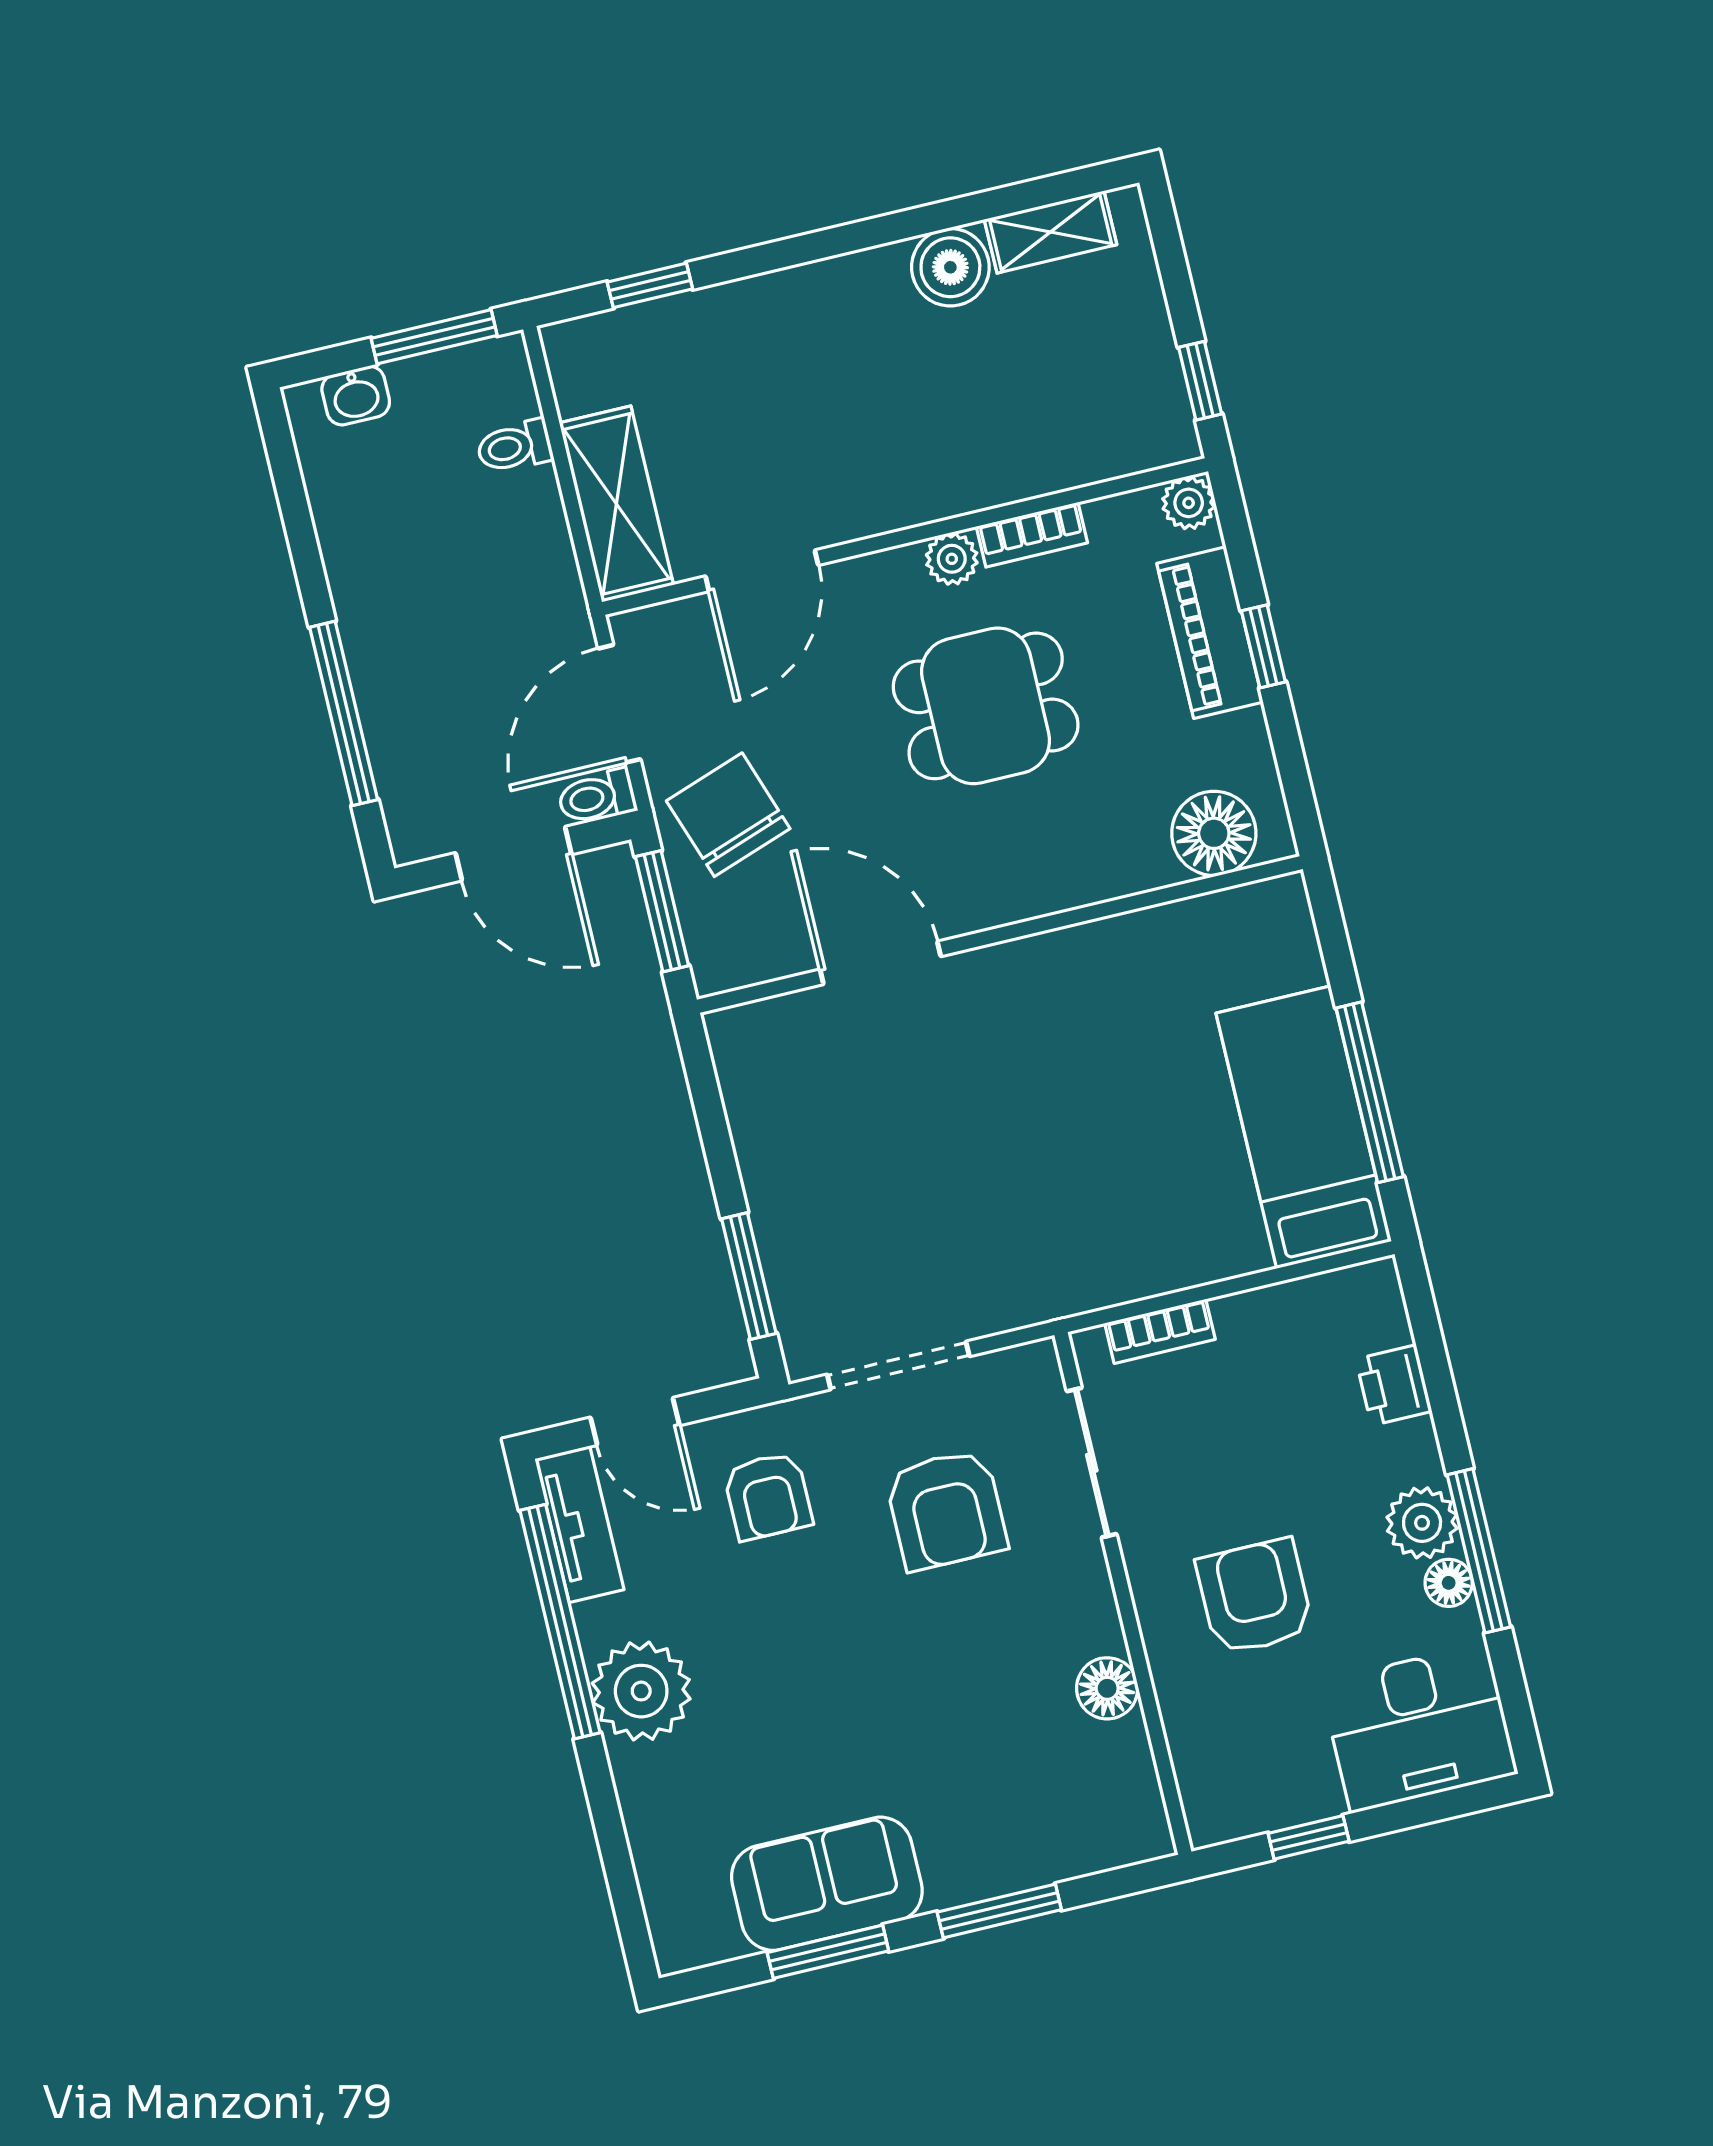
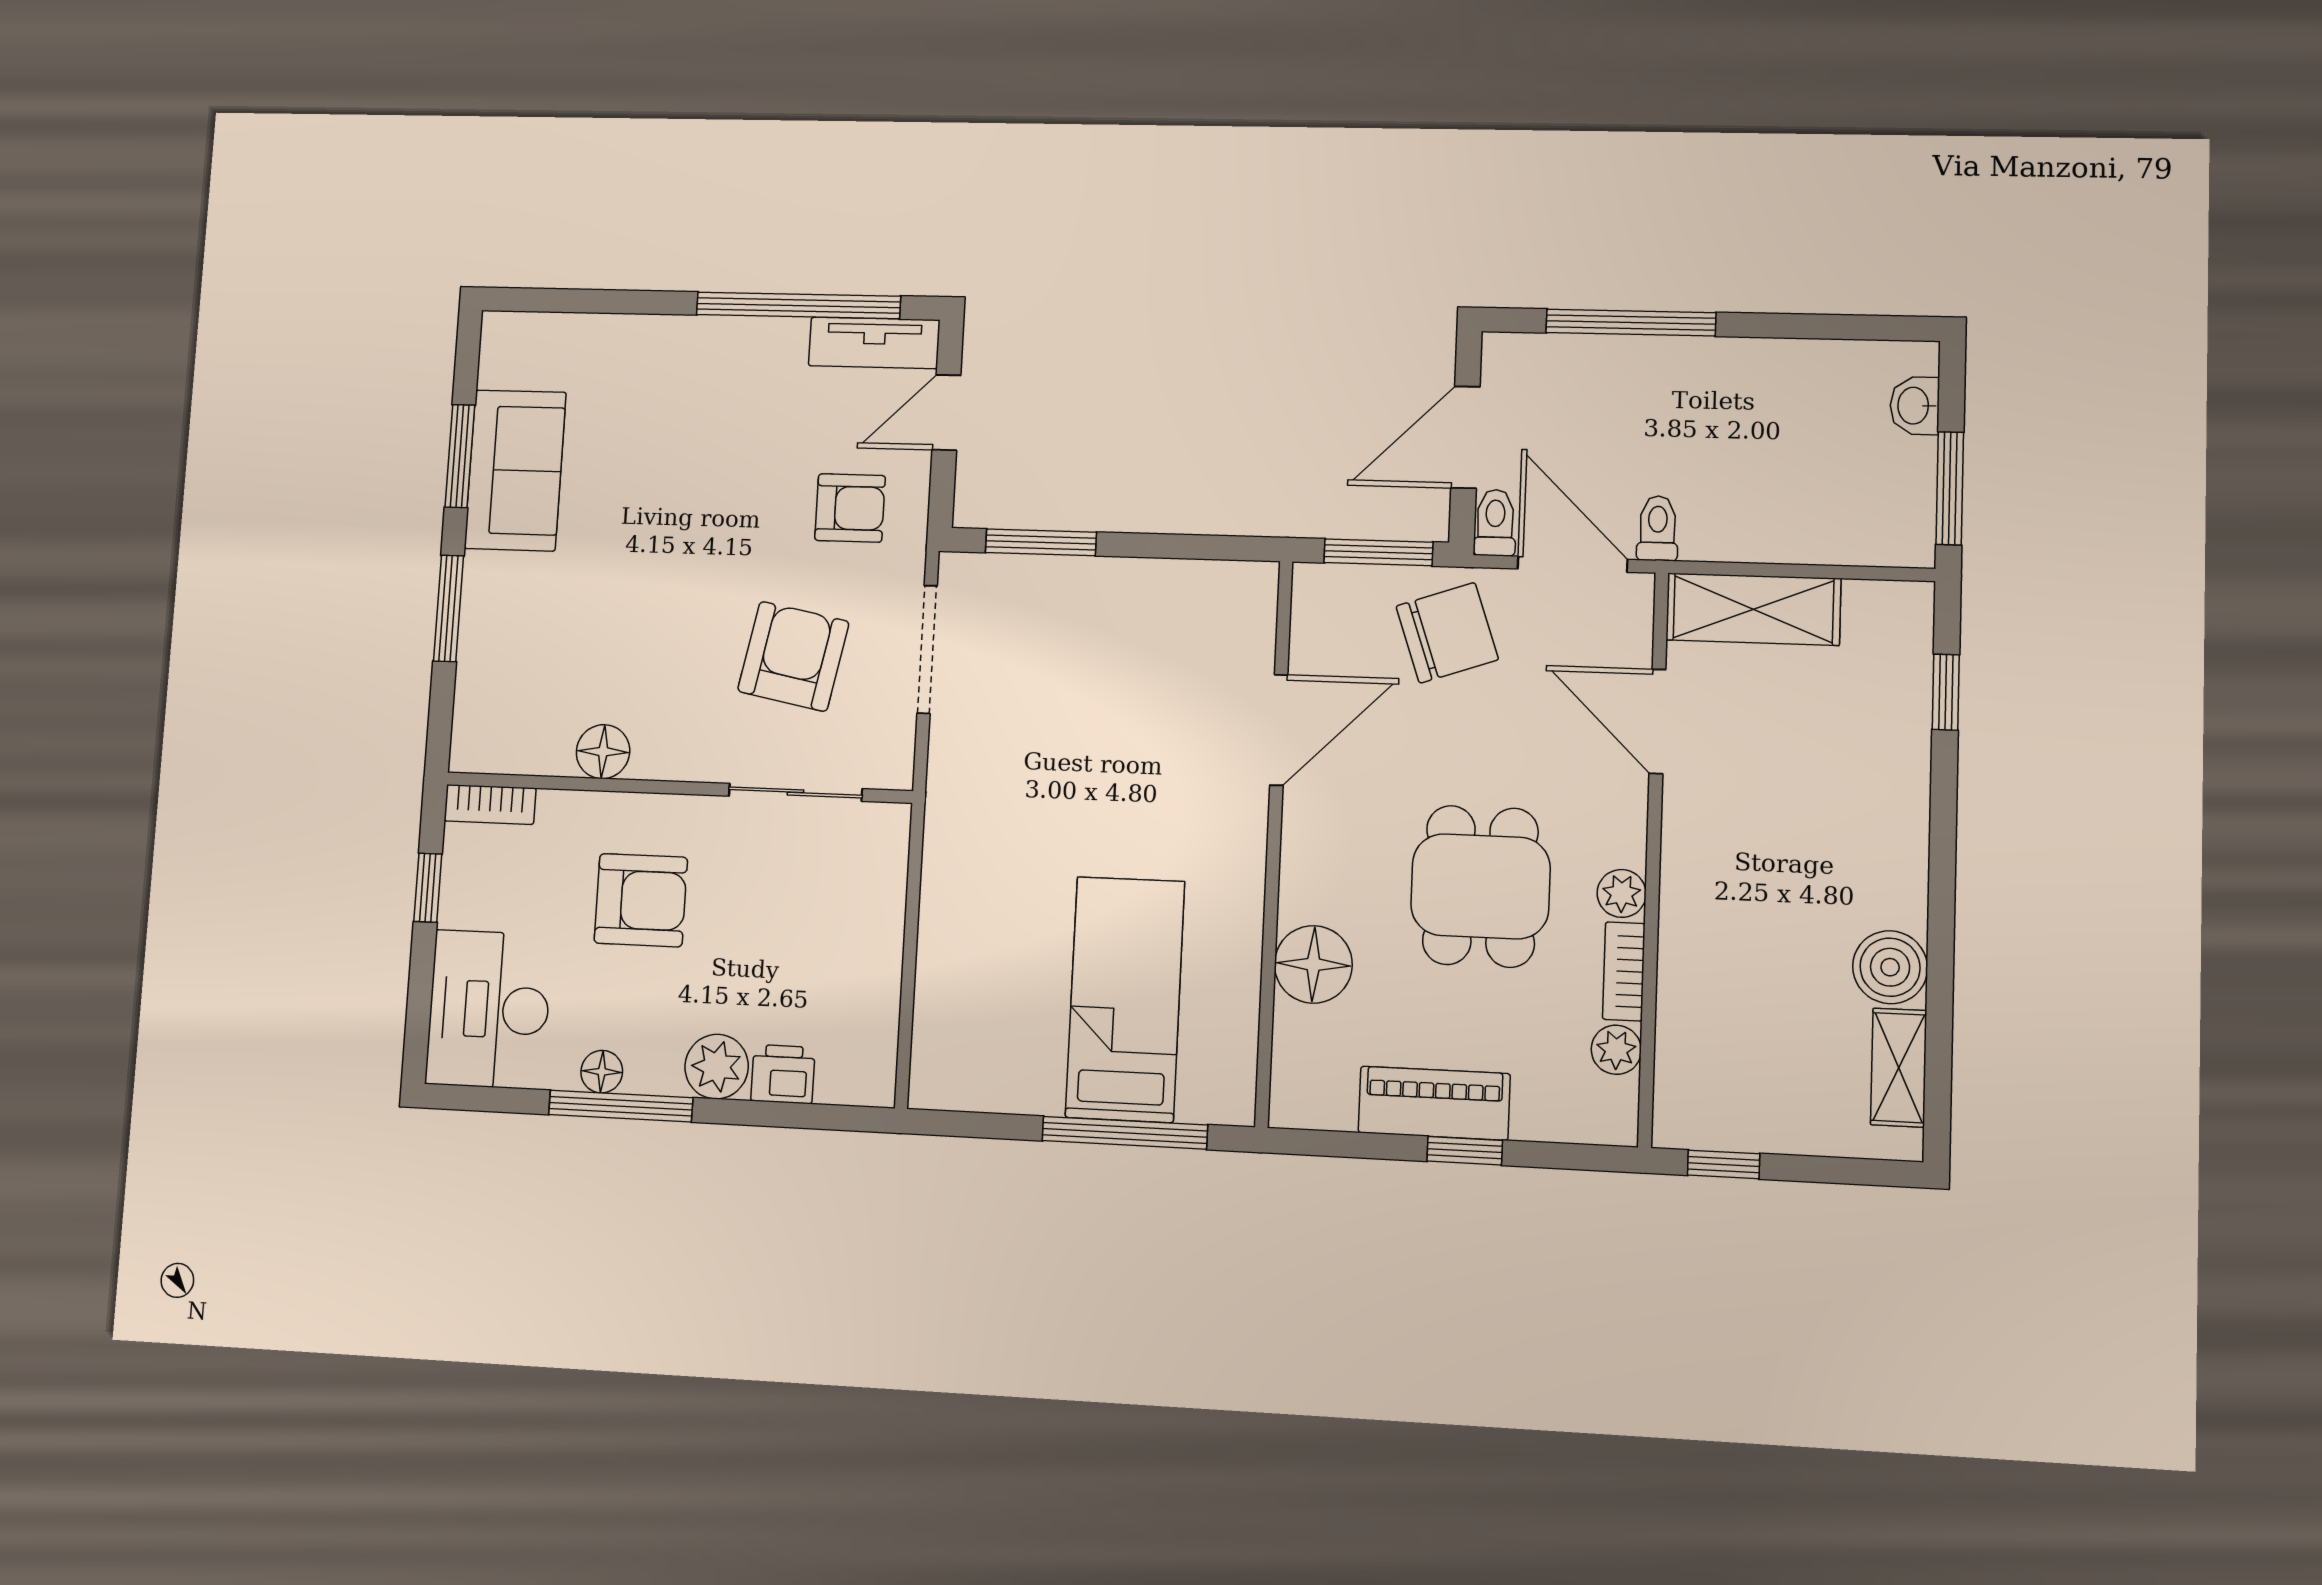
toilet: (515, 446) -> (1658, 528), moved
plant: (1189, 503) -> (1616, 1050), moved
piano: (1210, 633) -> (1434, 1103), moved
floor lamp: (1214, 833) -> (1313, 964), moved
window: (1370, 1092) -> (1125, 1133), moved
bed: (1304, 1127) -> (1125, 999), moved, turned -90
bookcase: (1160, 1331) -> (490, 804), moved, turned -90
armchair: (768, 1496) -> (850, 508), turned 180
armchair: (946, 1510) -> (793, 656), turned 101
plant: (1422, 1523) -> (717, 1067), moved
plant: (641, 1691) -> (720, 358), removed

